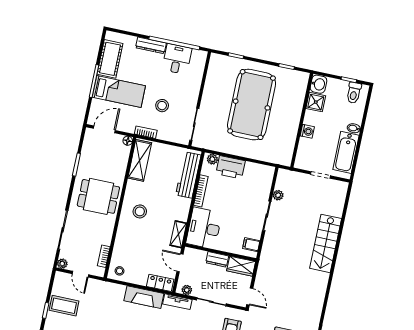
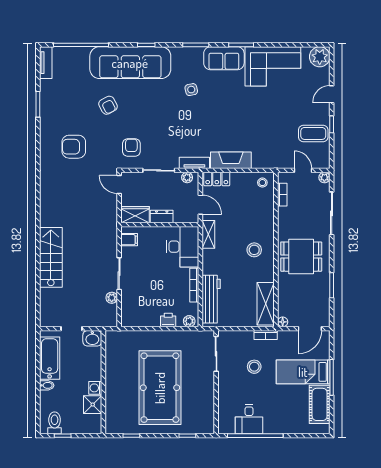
dresser: (151, 45) -> (279, 428), removed
washbasin: (318, 84) -> (92, 338), moved, turned -90
washing machine: (307, 131) -> (95, 388), moved
printer: (231, 167) -> (168, 320), width x0.53, depth x0.68

